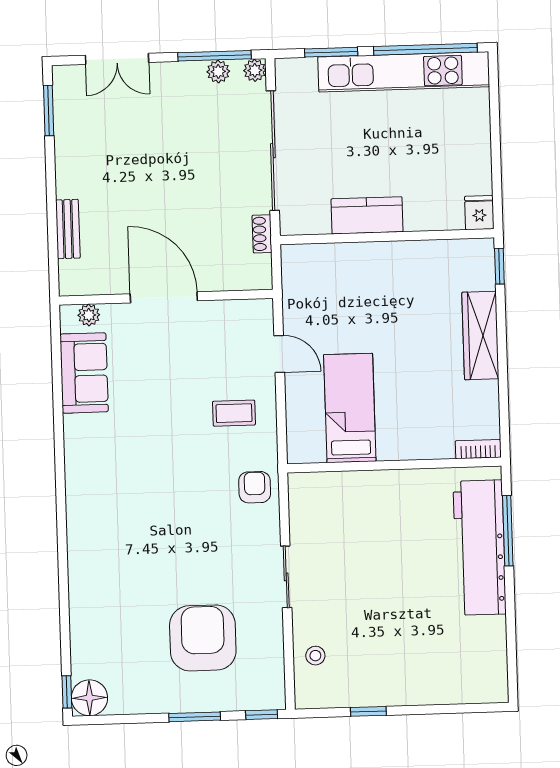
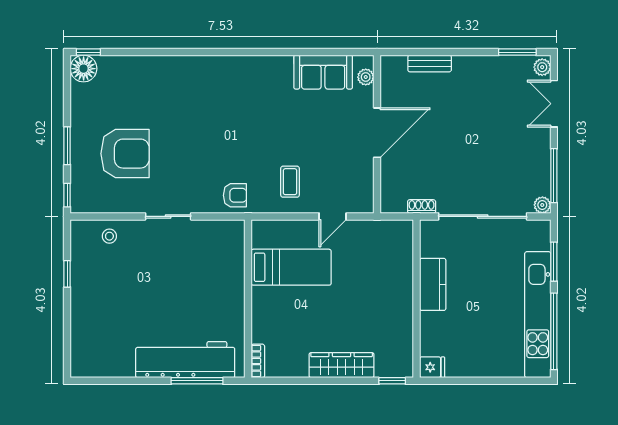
plant: (218, 72) -> (542, 67), moved

